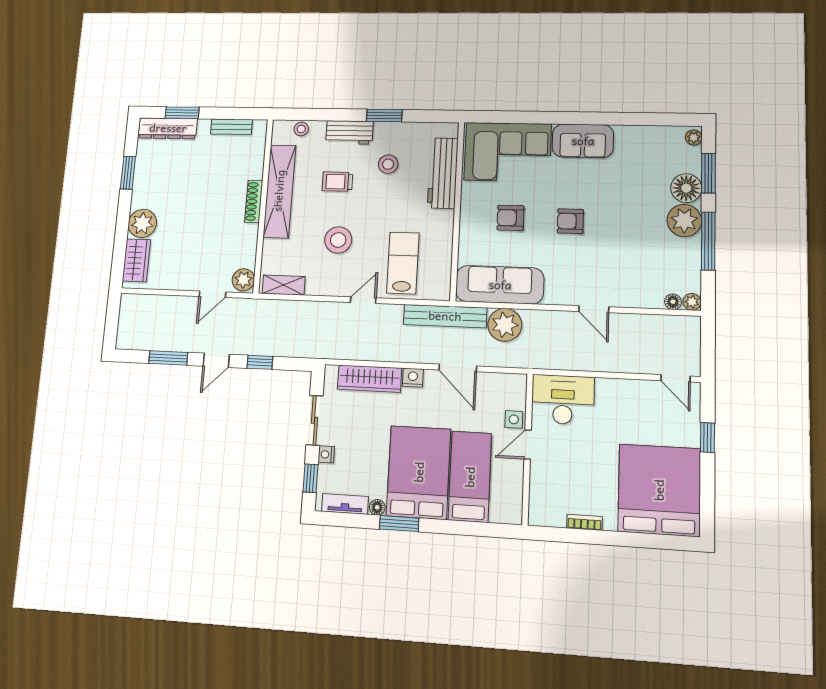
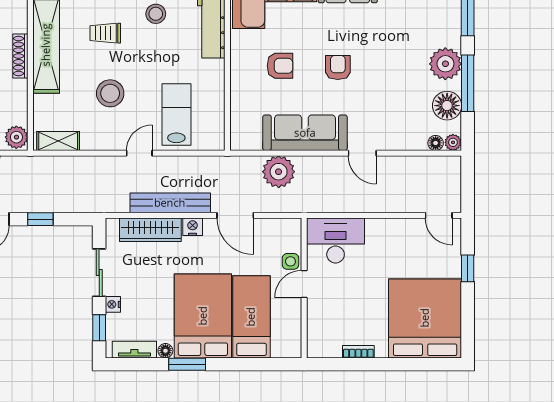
floor lamp: (686, 188) -> (447, 106), moved
armchair: (510, 218) -> (280, 66), turned 180
armchair: (570, 221) -> (338, 67), turned 90
sofa: (500, 285) -> (305, 133), moved
bench: (445, 316) -> (170, 203), moved

